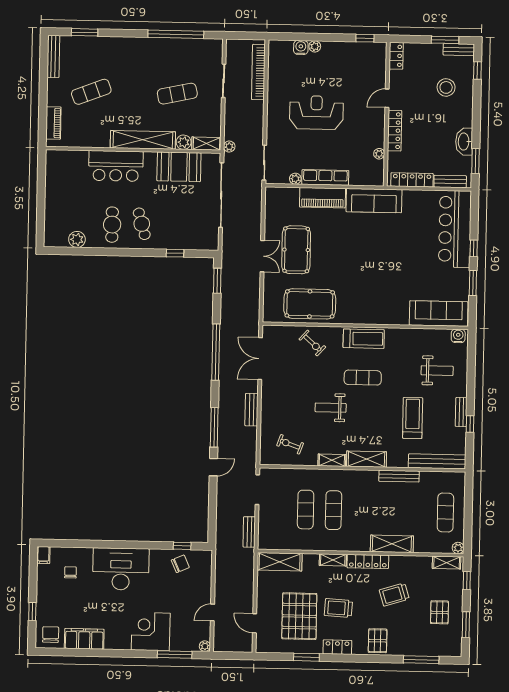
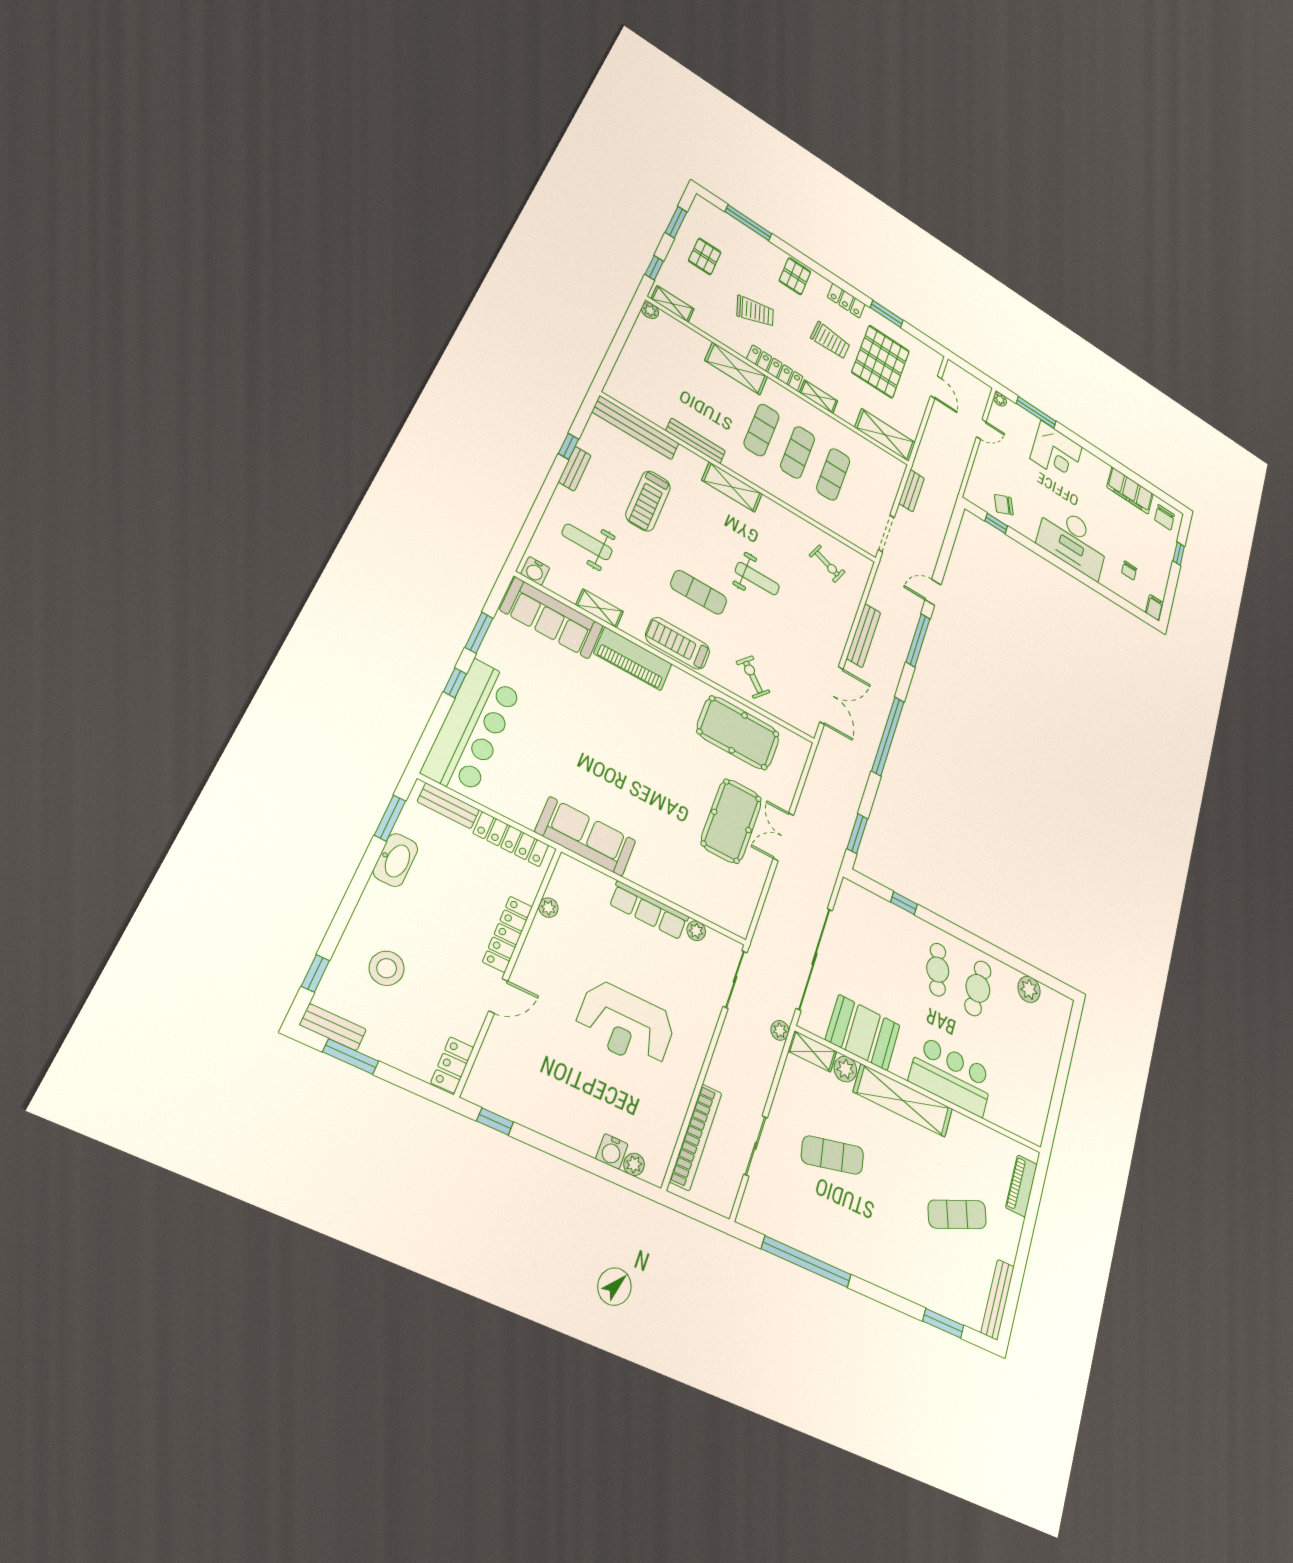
plant: (315, 46) -> (634, 1164), moved
piano: (322, 198) -> (633, 659), moved, turned 180
bench: (251, 410) -> (864, 635), width x1.36
shelving: (332, 460) -> (600, 608), moved
exercise mat: (445, 512) -> (762, 430), moved

